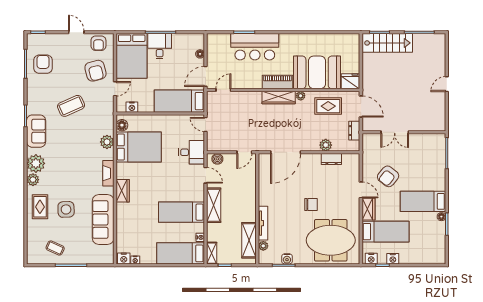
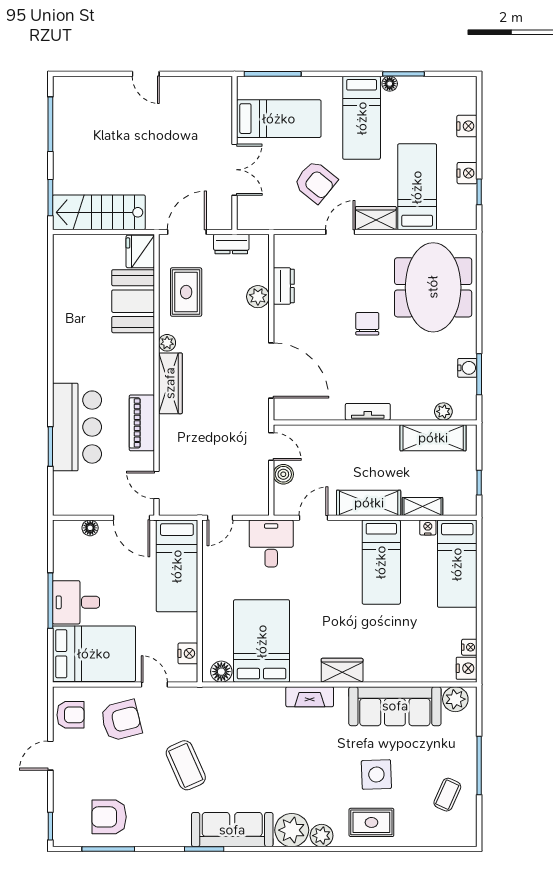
stairs: (387, 43) -> (99, 212), moved, turned -90
booth: (317, 72) -> (133, 301), width x0.73, depth x0.70
piano: (277, 82) -> (142, 423), moved
sofa: (36, 131) -> (232, 830), width x1.36
plant: (107, 142) -> (455, 699), moved
bed: (422, 156) -> (279, 119), added
boiler: (217, 159) -> (283, 474), moved
tv unit: (263, 223) -> (368, 412), moved, width x0.71
shelving: (212, 253) -> (422, 506), moved
nightstand: (371, 259) -> (467, 126), moved

